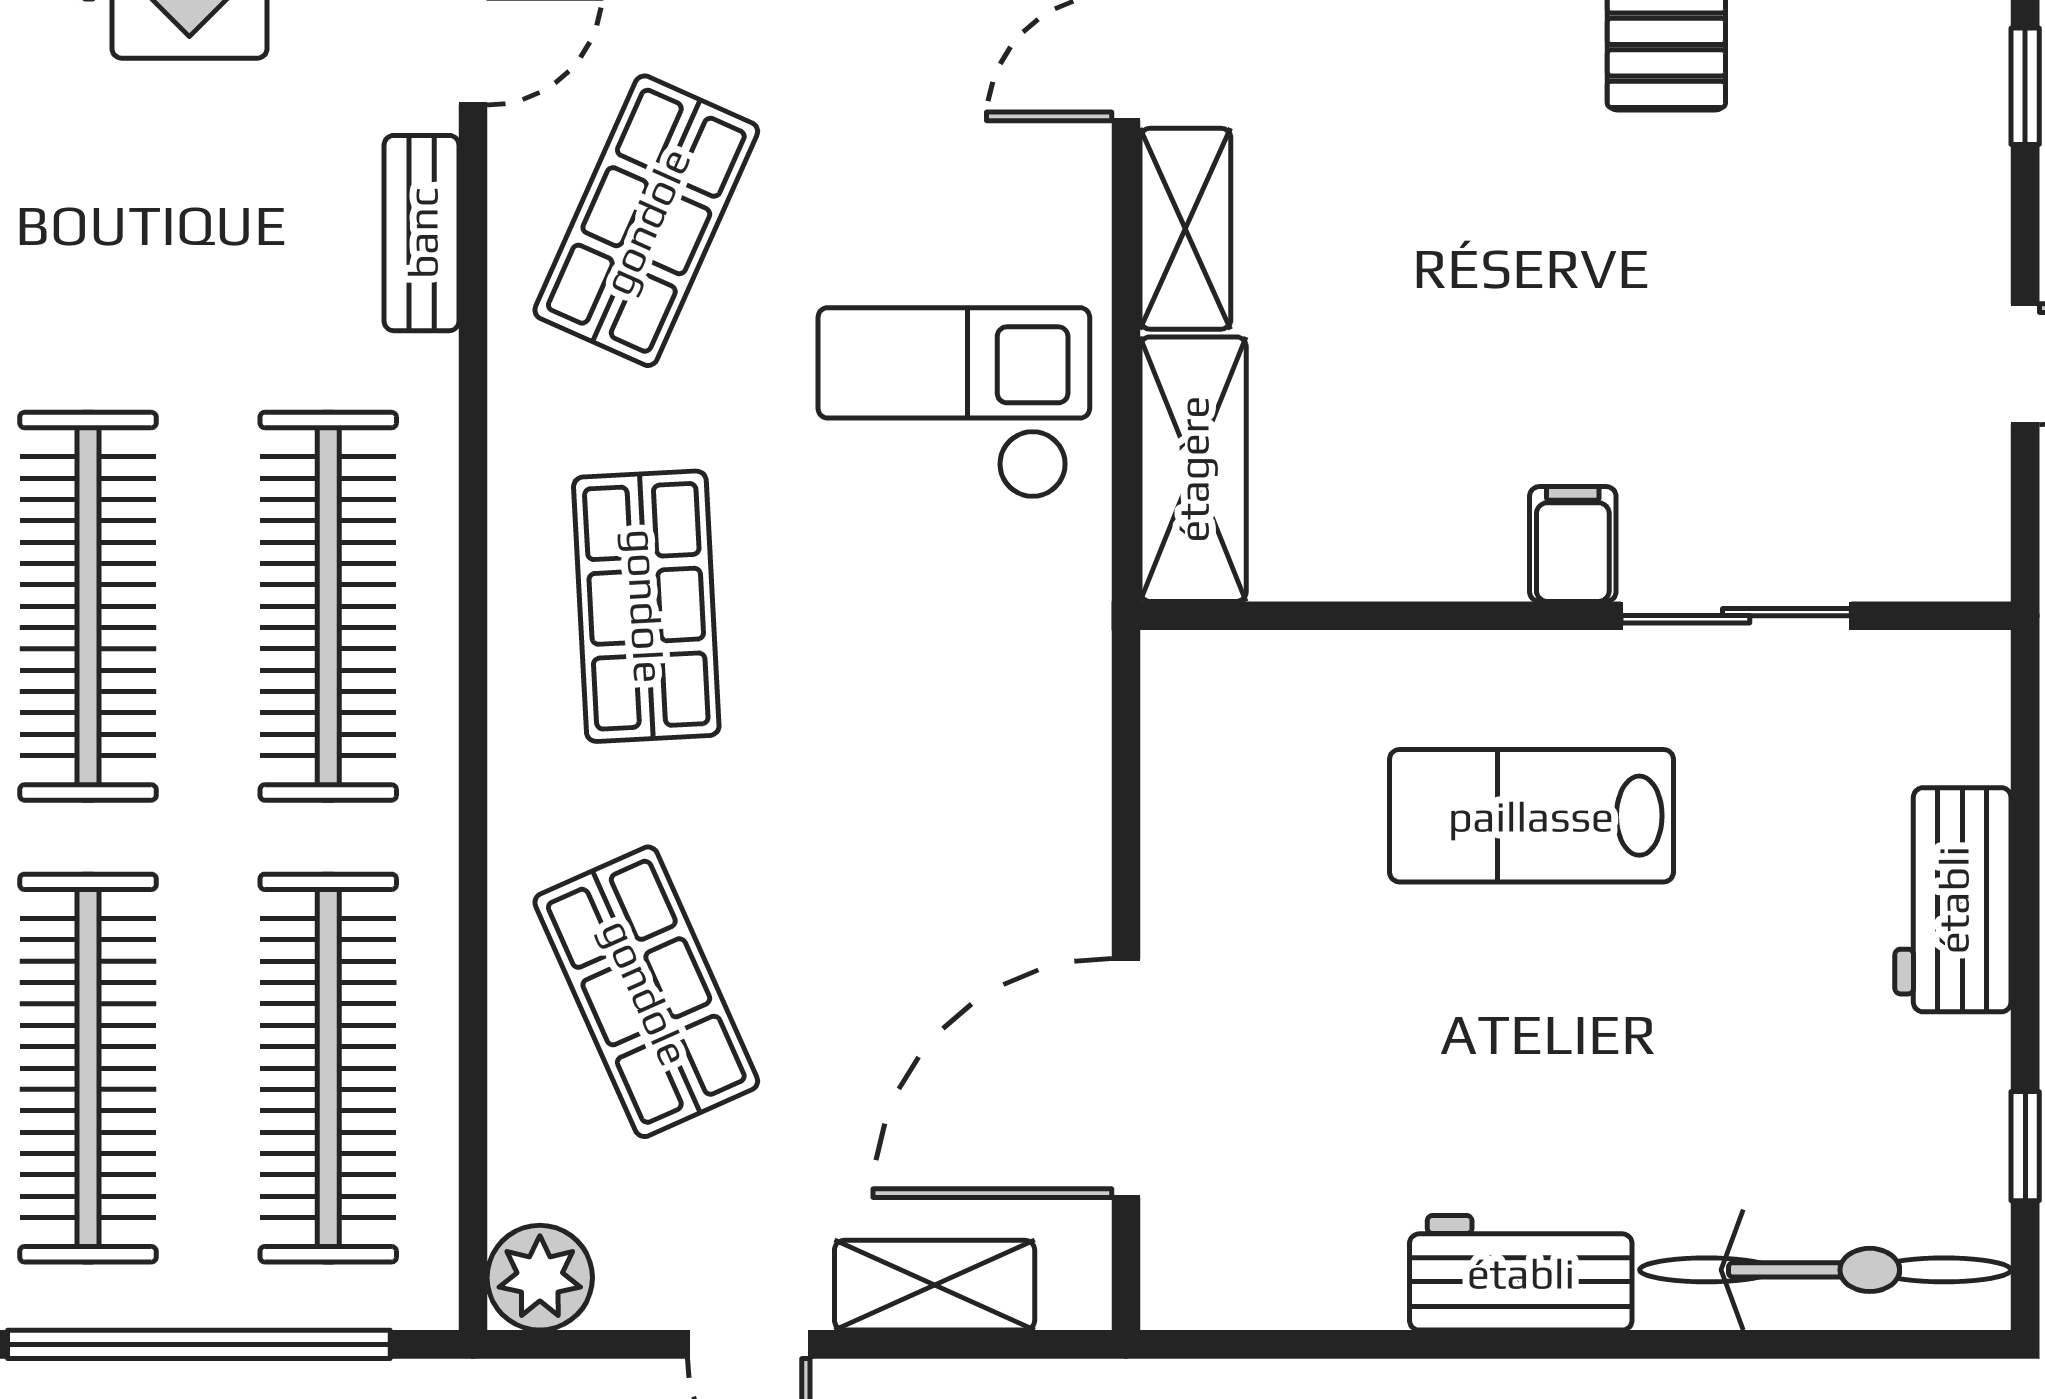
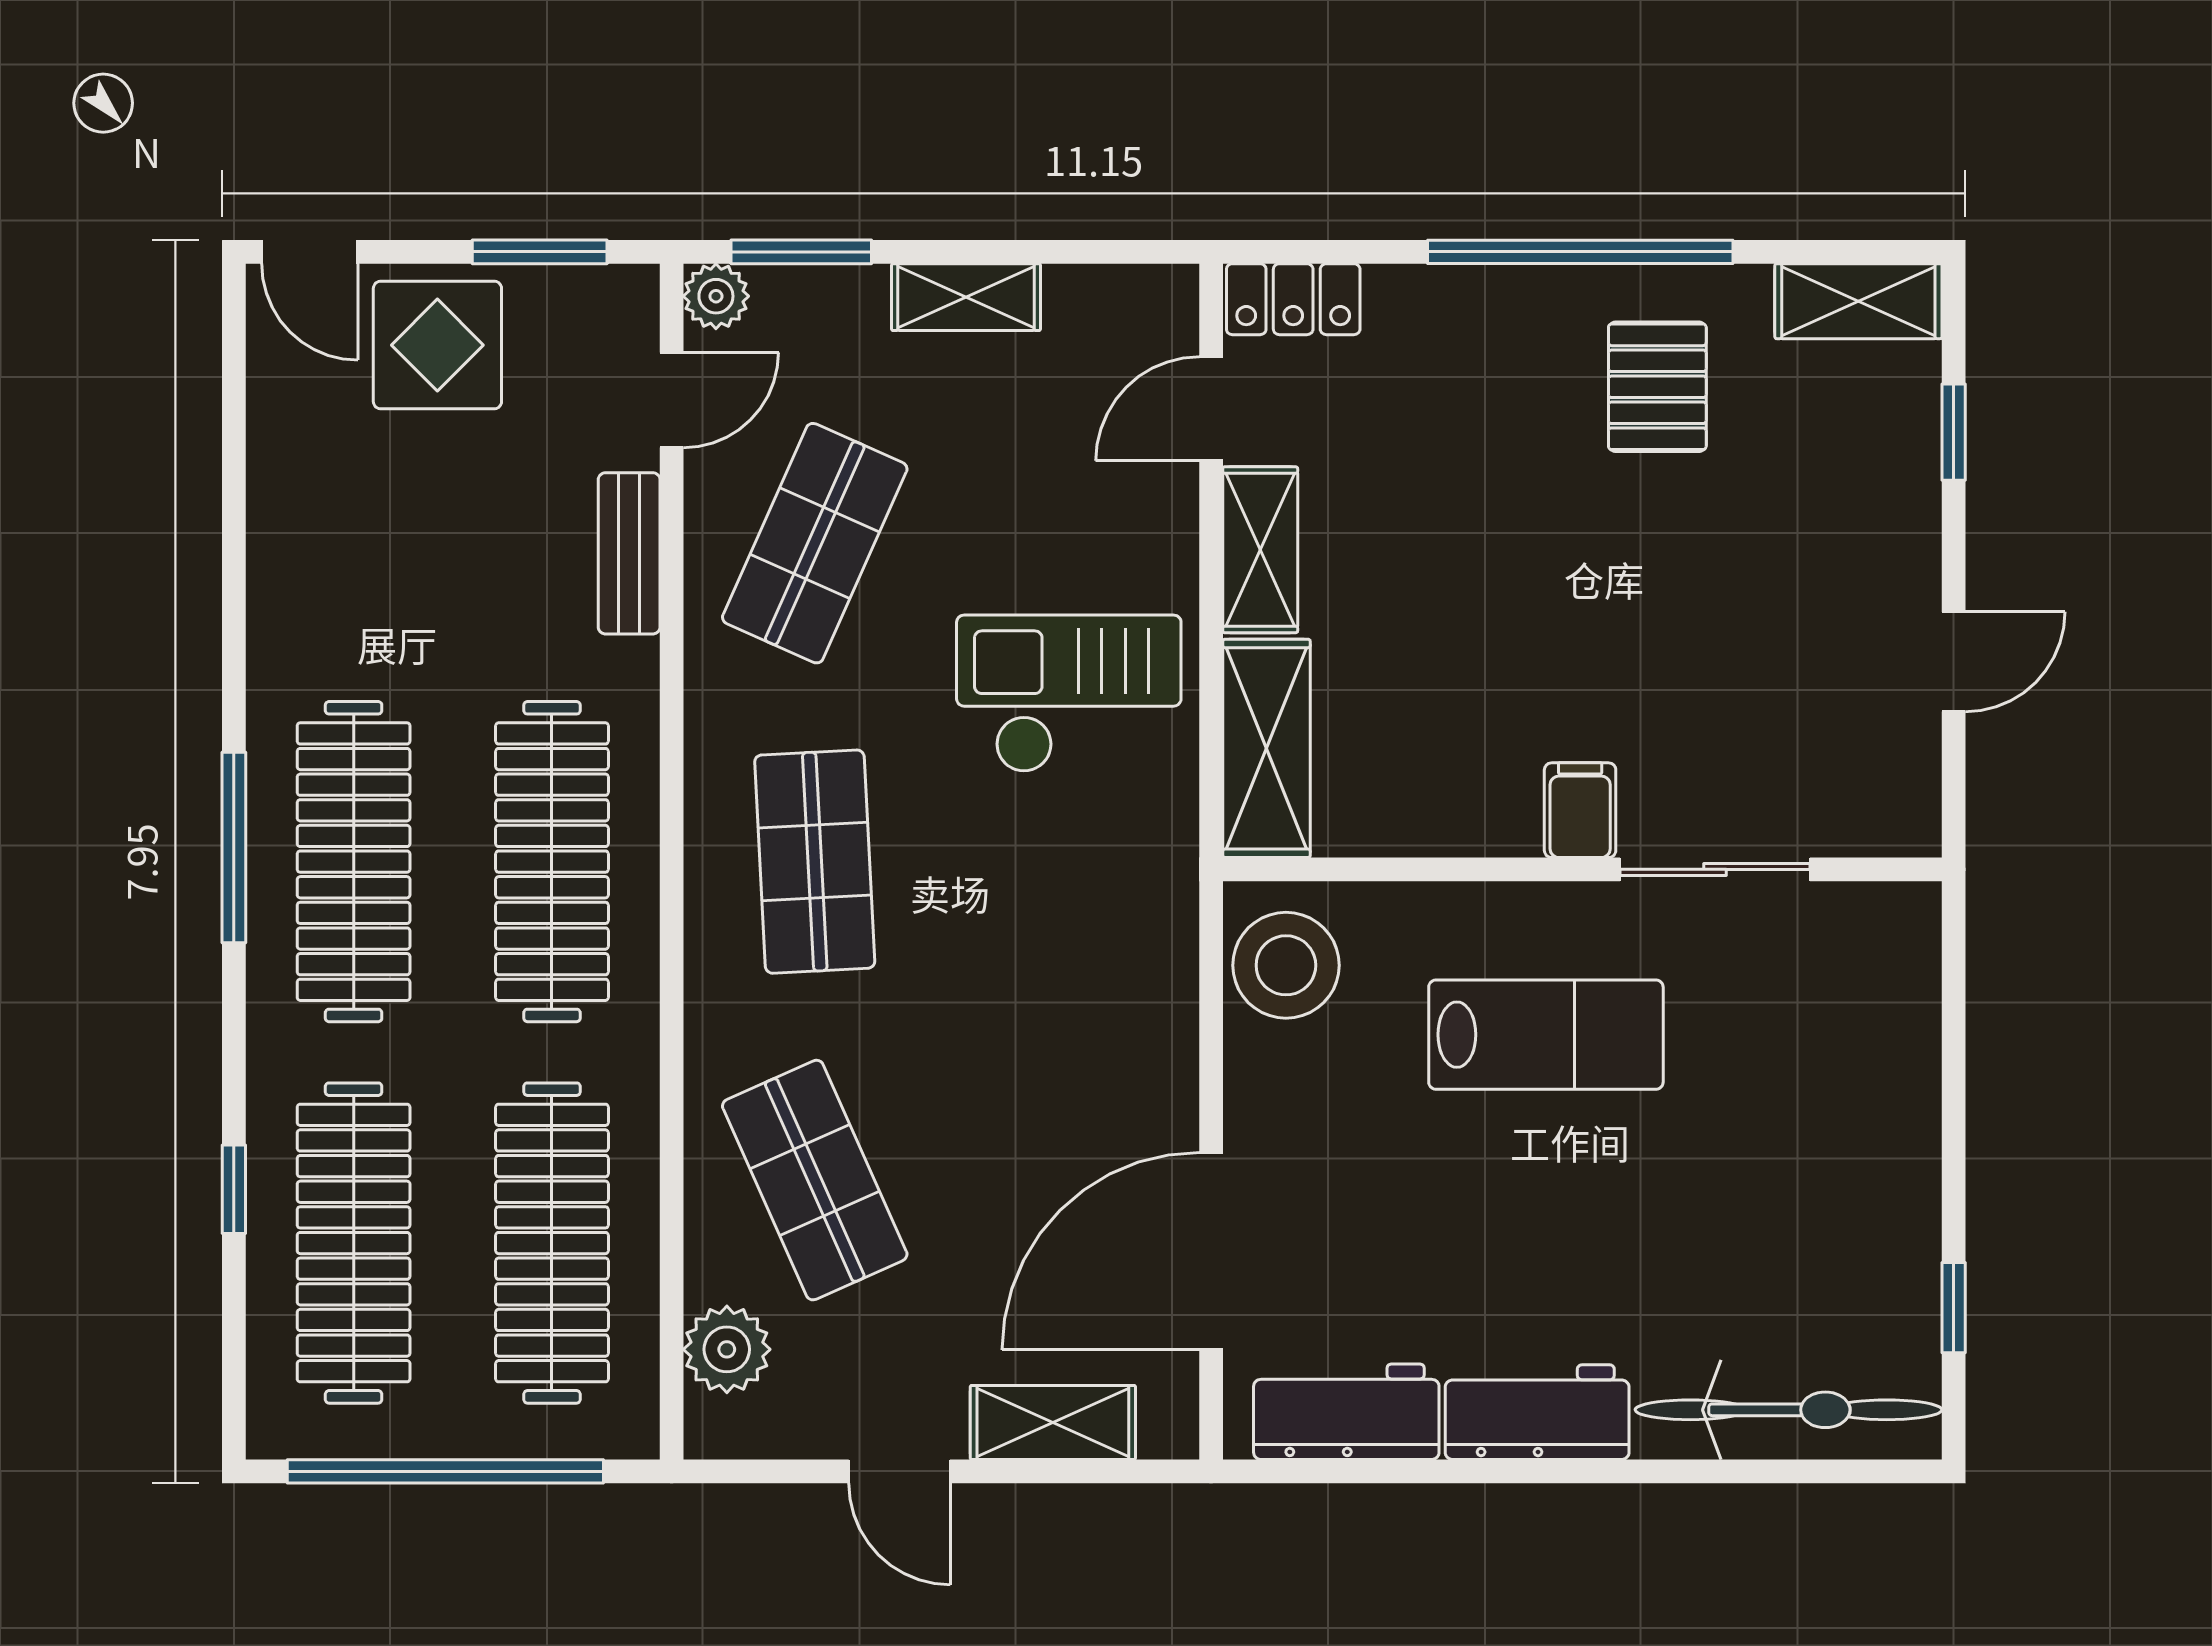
stool: (1217, 732) -> (1286, 965), added
lab bench: (1531, 816) -> (1546, 1035), turned 180
workbench: (1953, 900) -> (1346, 1412), moved, turned 90
plant: (540, 1278) -> (727, 1349), moved

